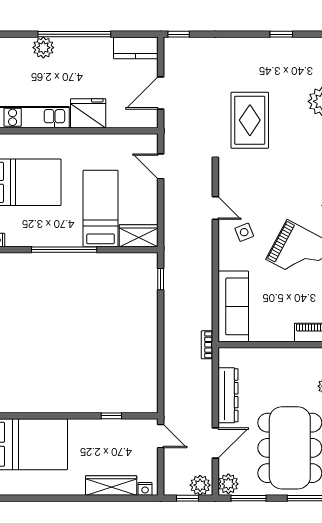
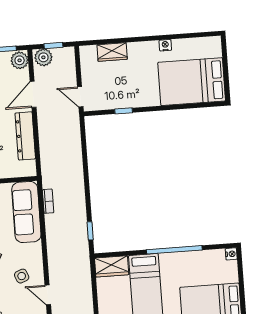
bookcase: (207, 345) -> (48, 201), moved
wardrobe: (111, 486) -> (112, 52), width x0.67
nightstand: (145, 489) -> (165, 45), moved

